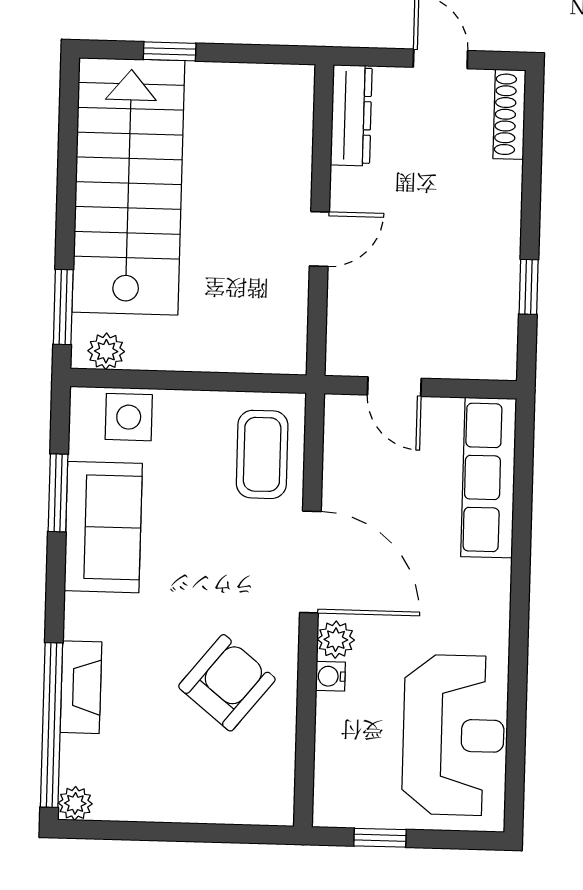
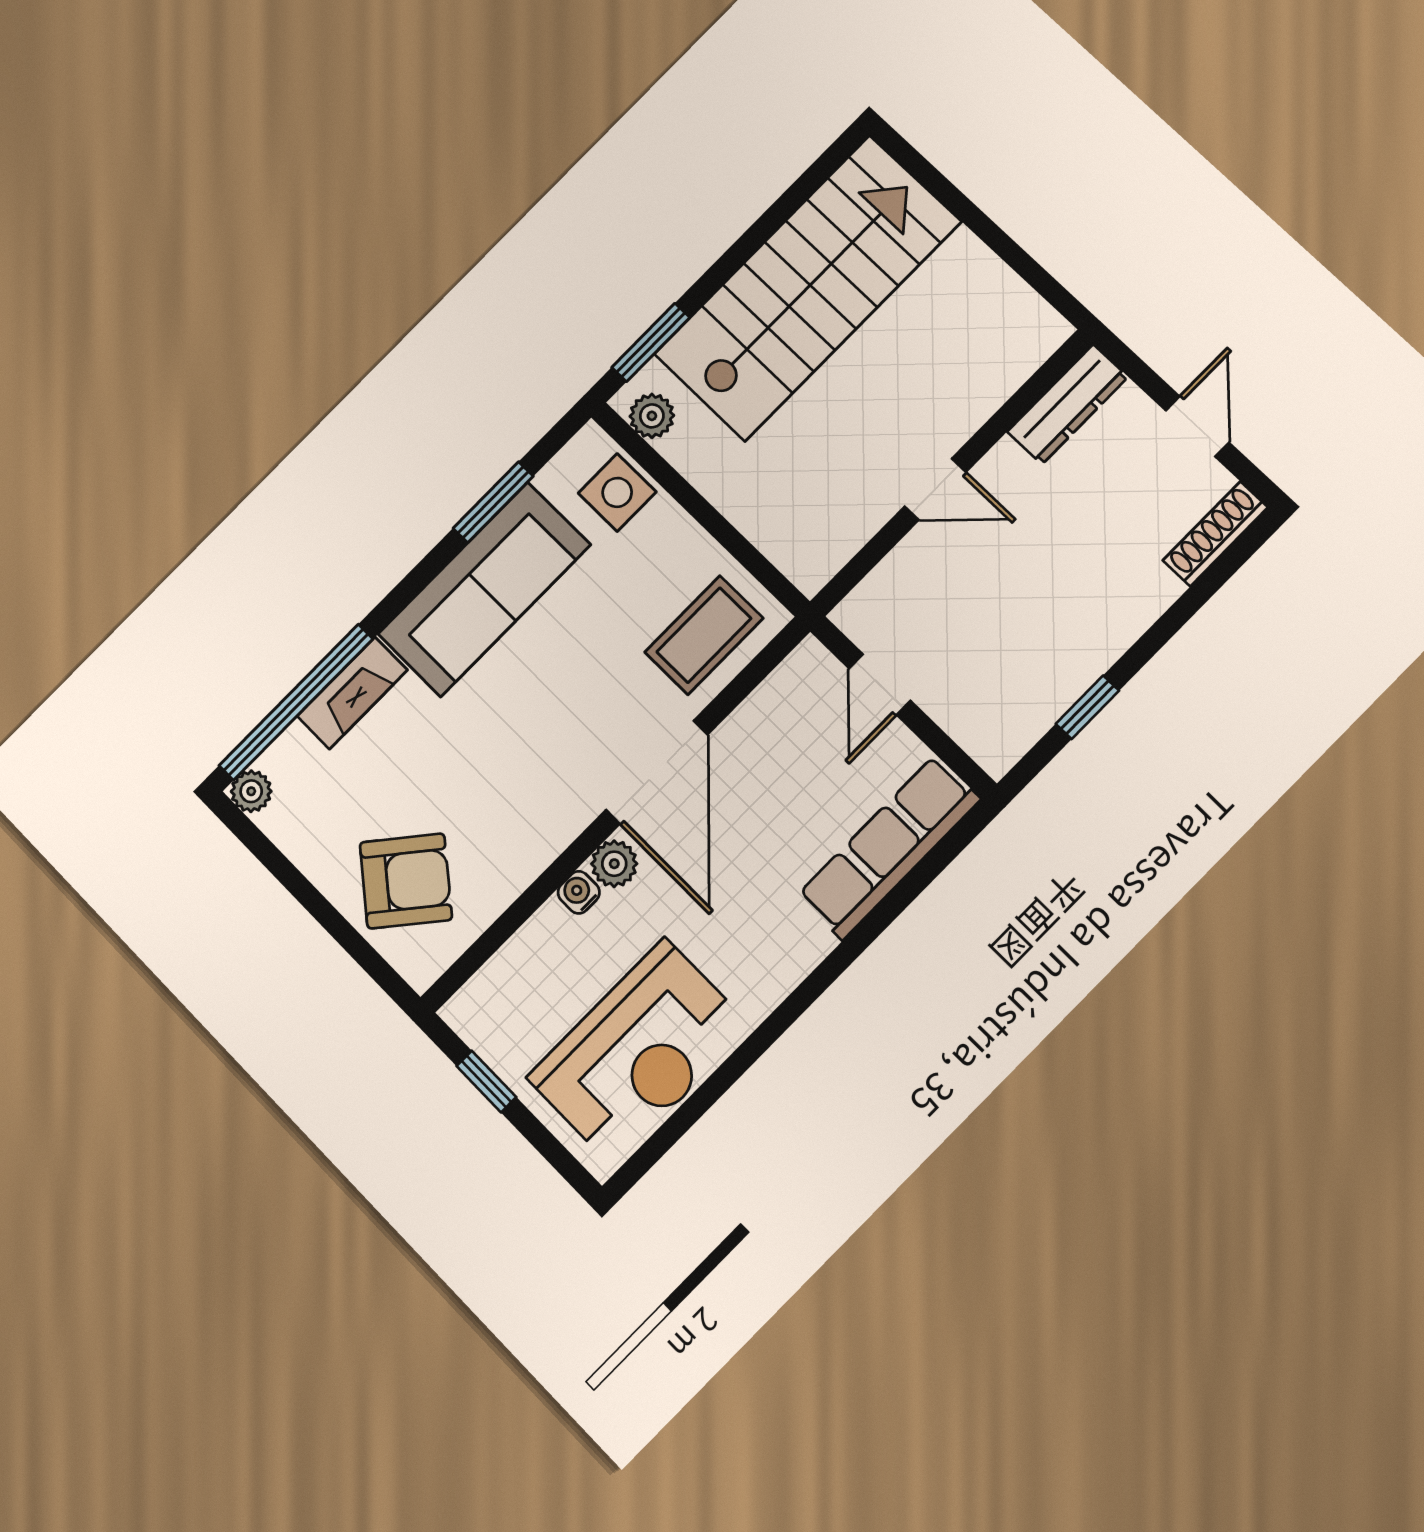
window: (170, 51) -> (956, 201), removed
sofa: (103, 527) -> (484, 589), width x1.36
armchair: (227, 683) -> (406, 881), moved

